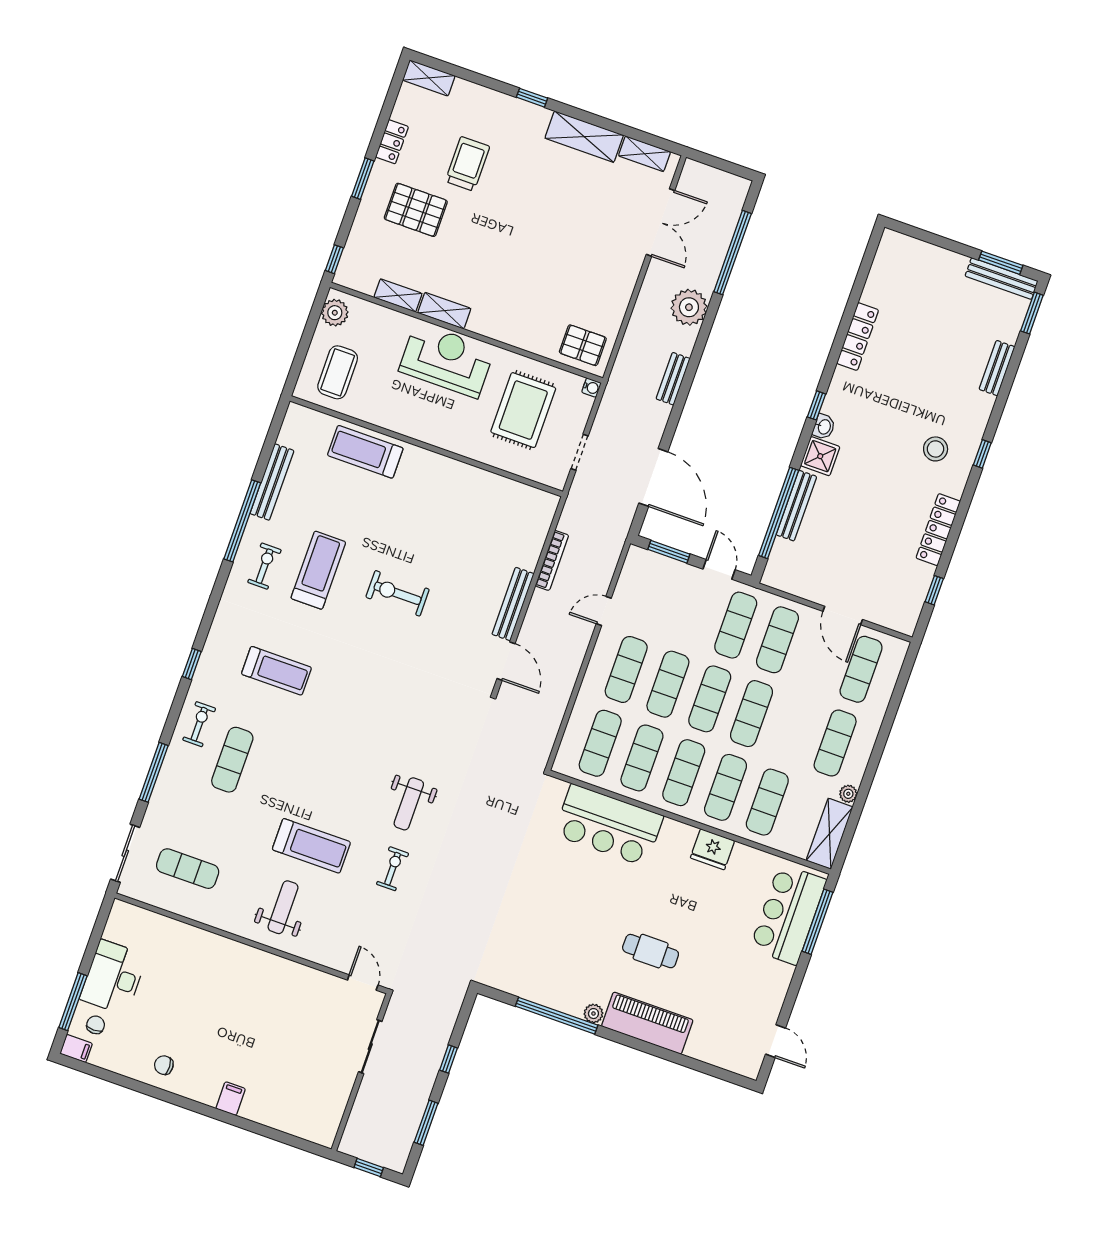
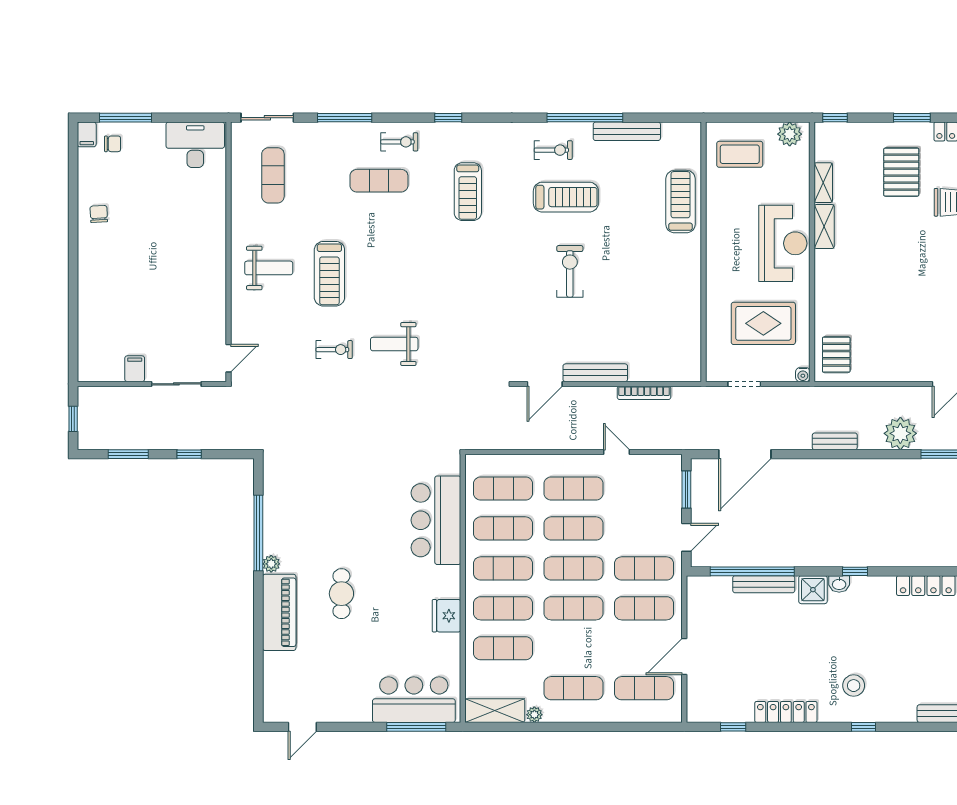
desk: (113, 977) -> (195, 145), moved
filing cabinet: (231, 1099) -> (135, 369), moved, turned -90

